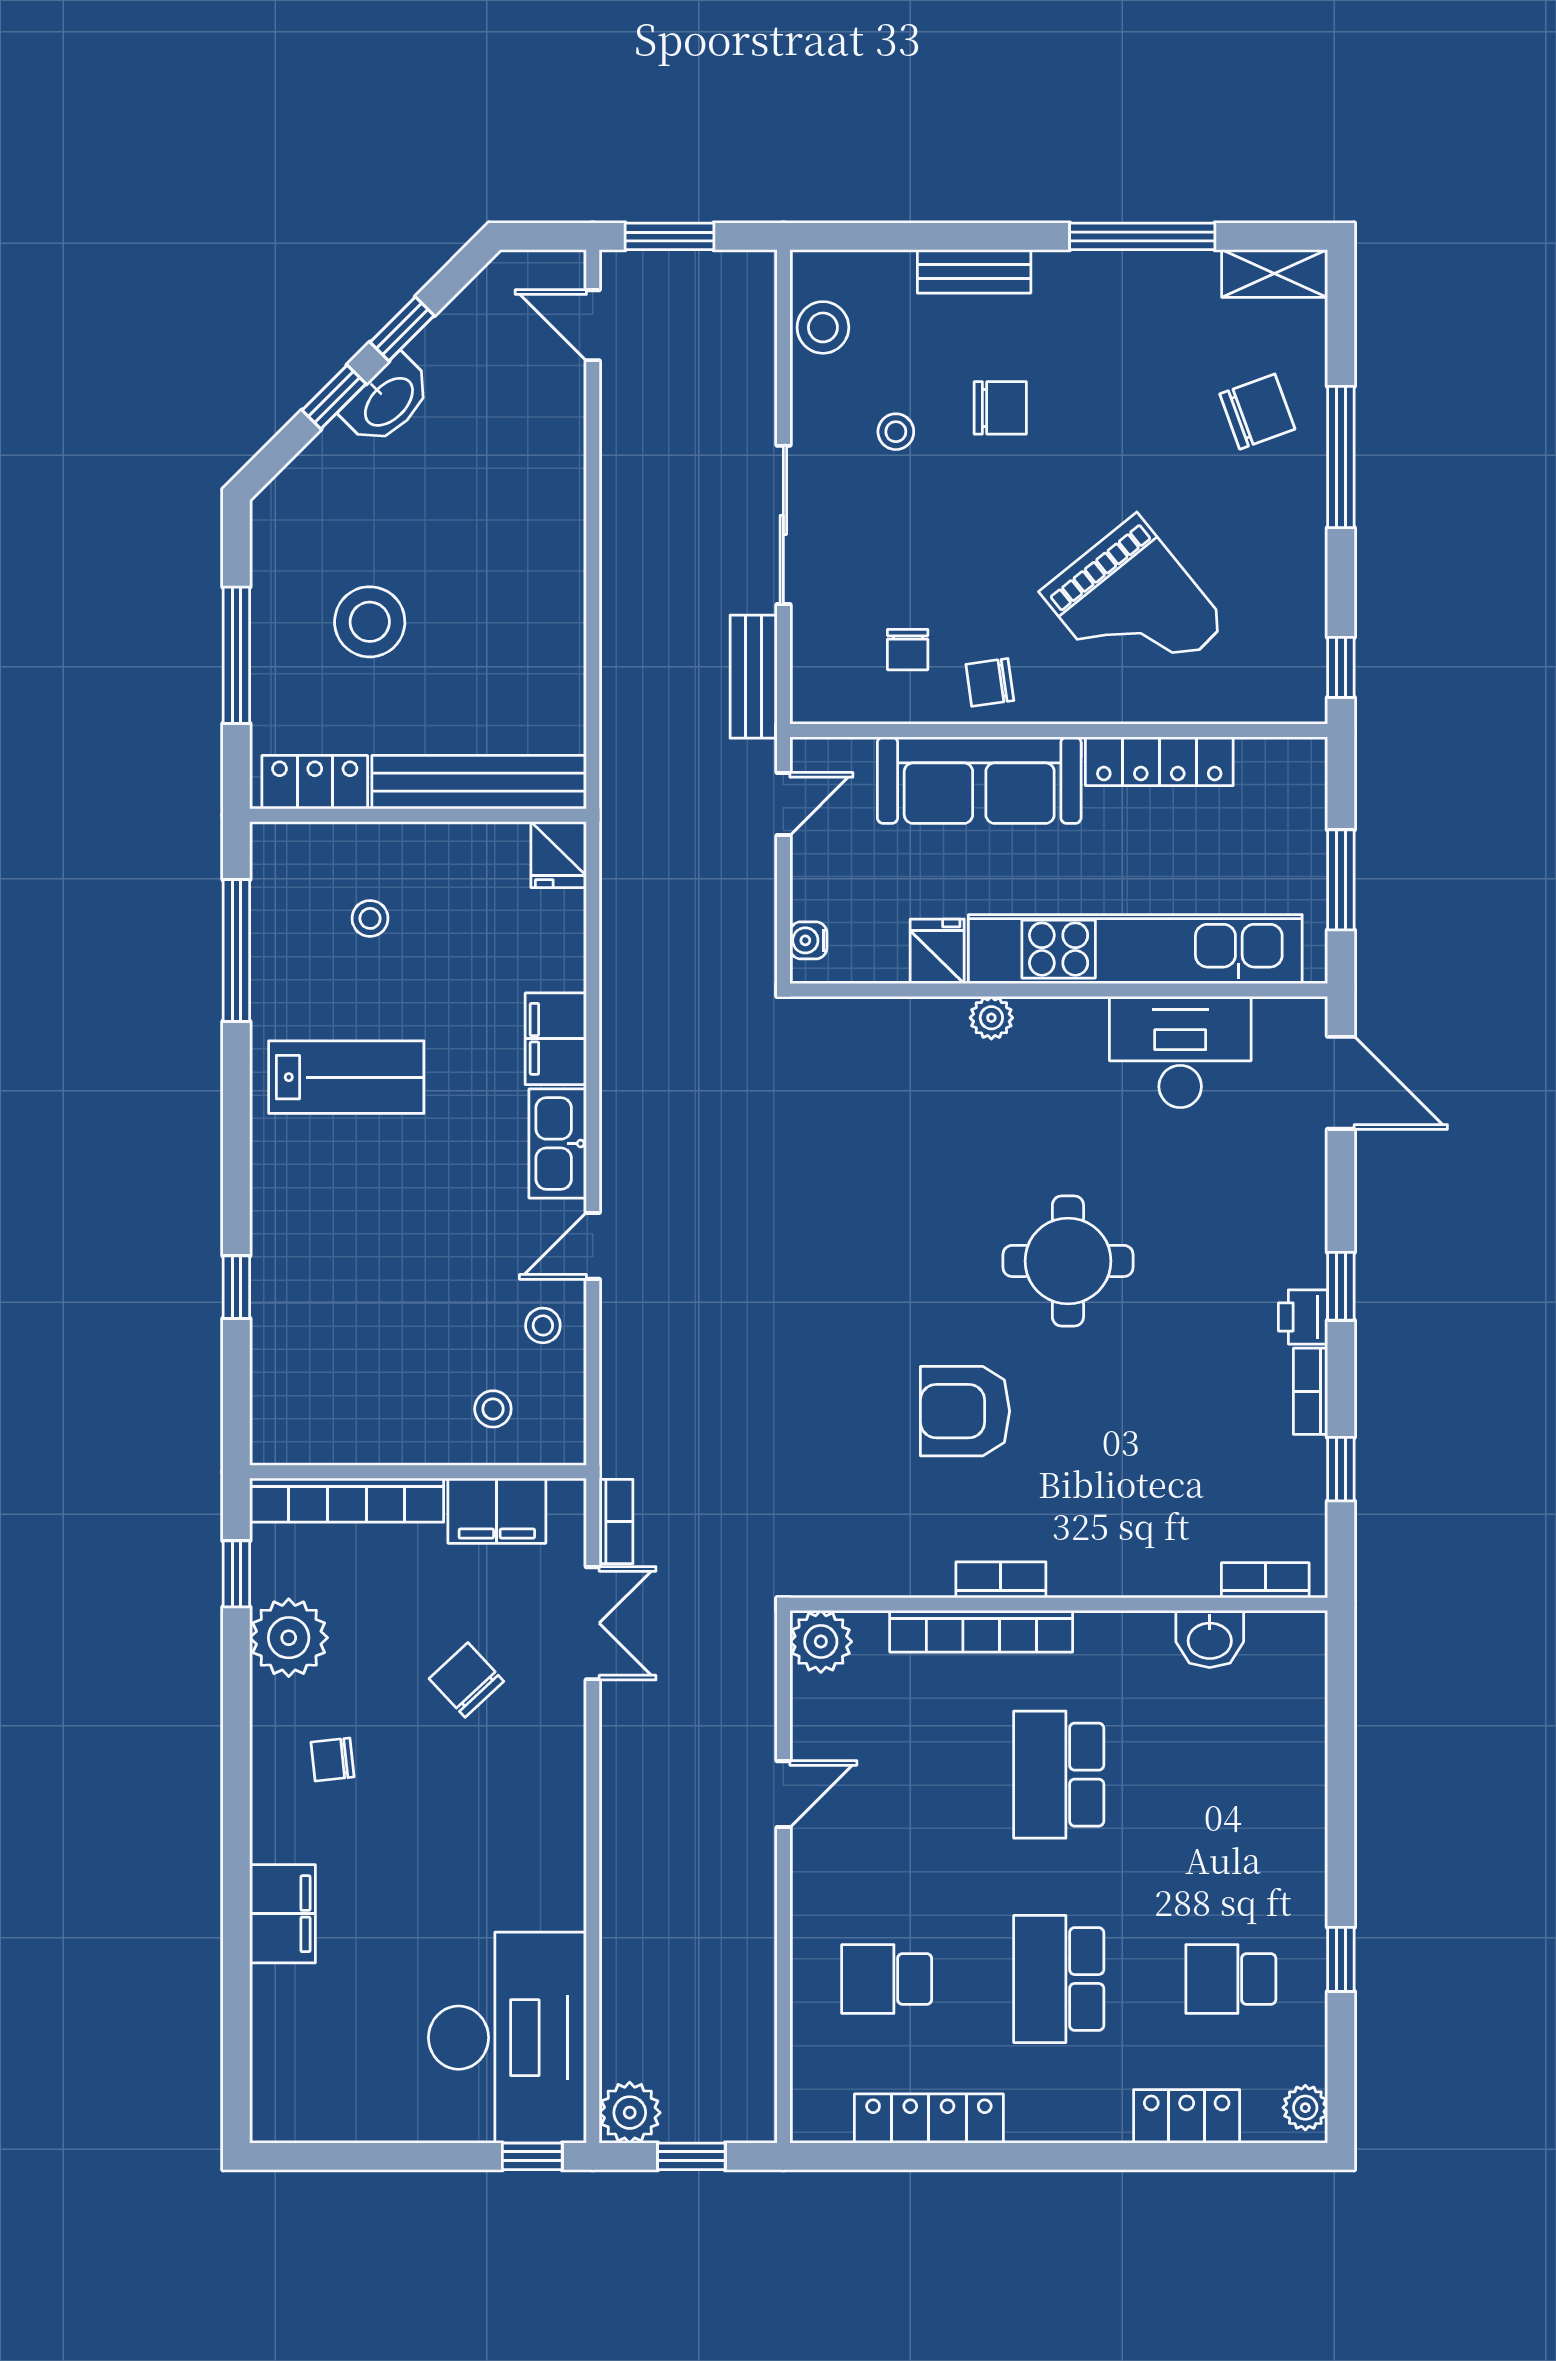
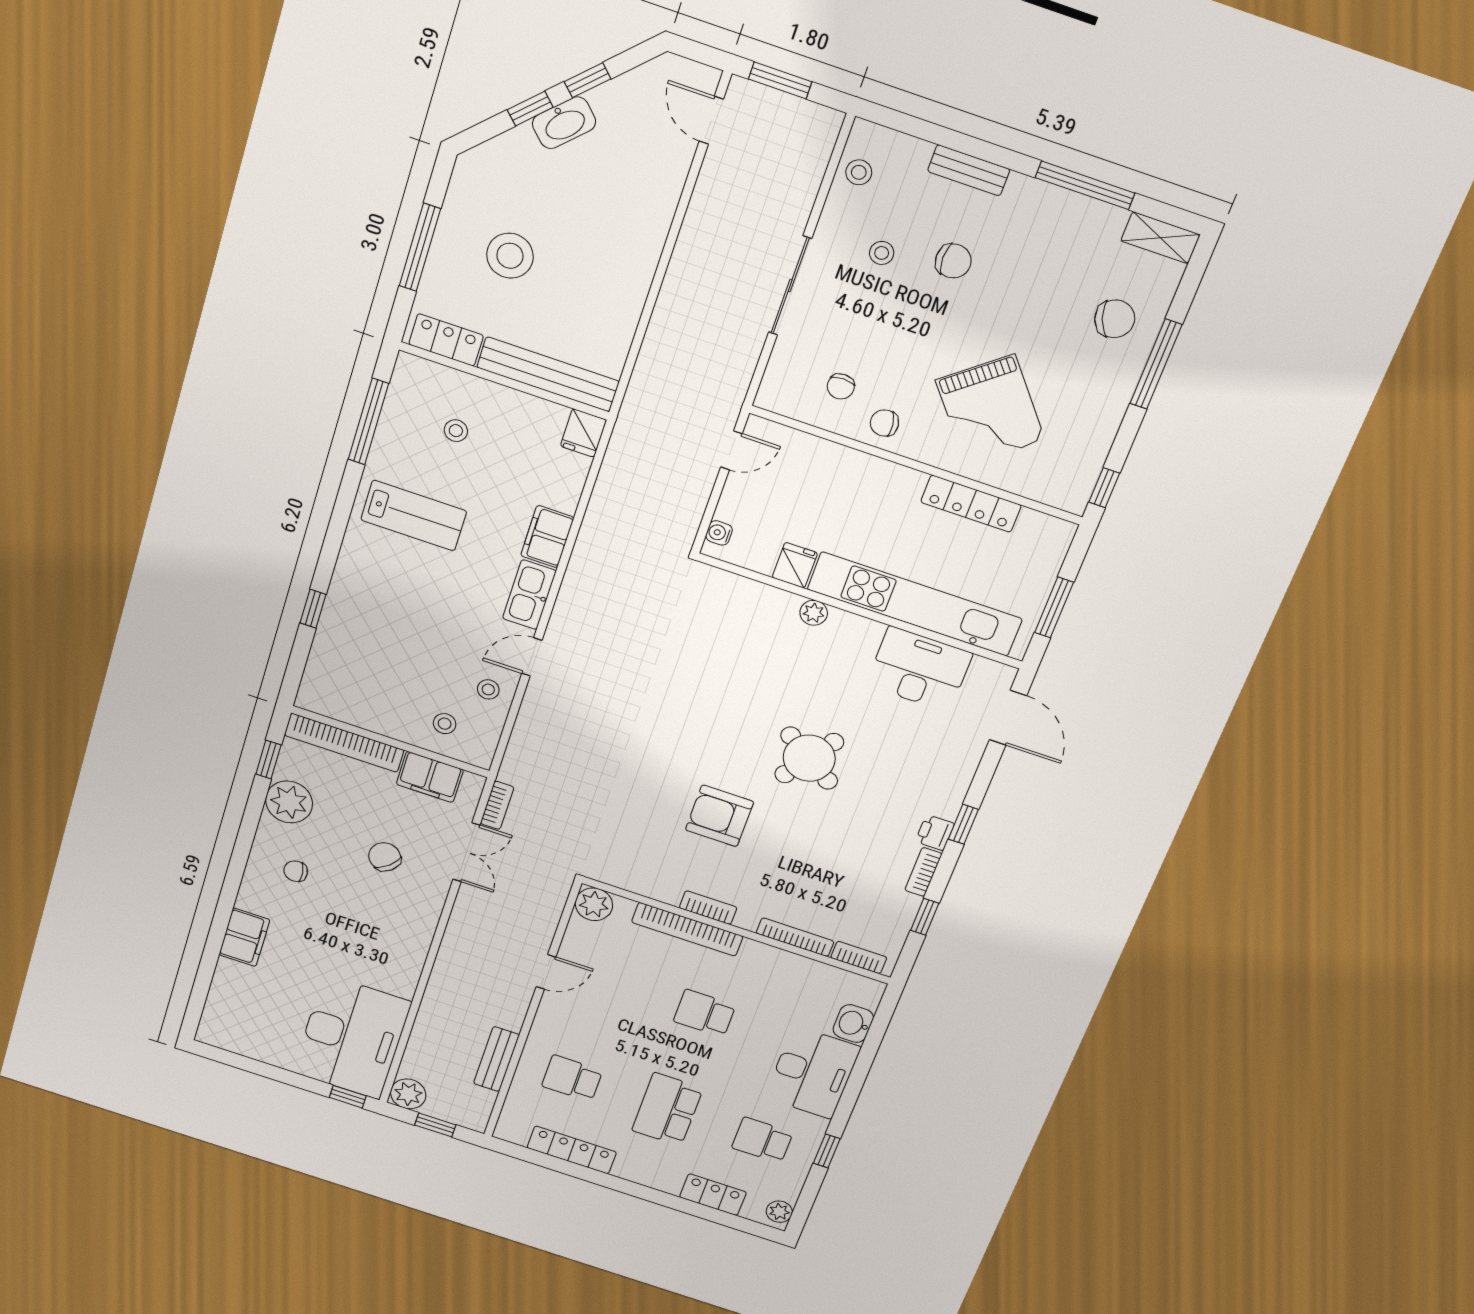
stool: (823, 327) -> (859, 172), width x0.73, depth x0.73
bench: (754, 677) -> (496, 1059), moved
sofa: (979, 780) -> (857, 477), removed
round table: (1068, 1261) -> (809, 758), turned 34
bookcase: (1154, 1582) -> (795, 937), added
washbasin: (1210, 1639) -> (853, 1023), moved, turned 90
school desk: (1059, 1775) -> (705, 1013), width x0.54
desk: (1267, 1819) -> (813, 1072), added

